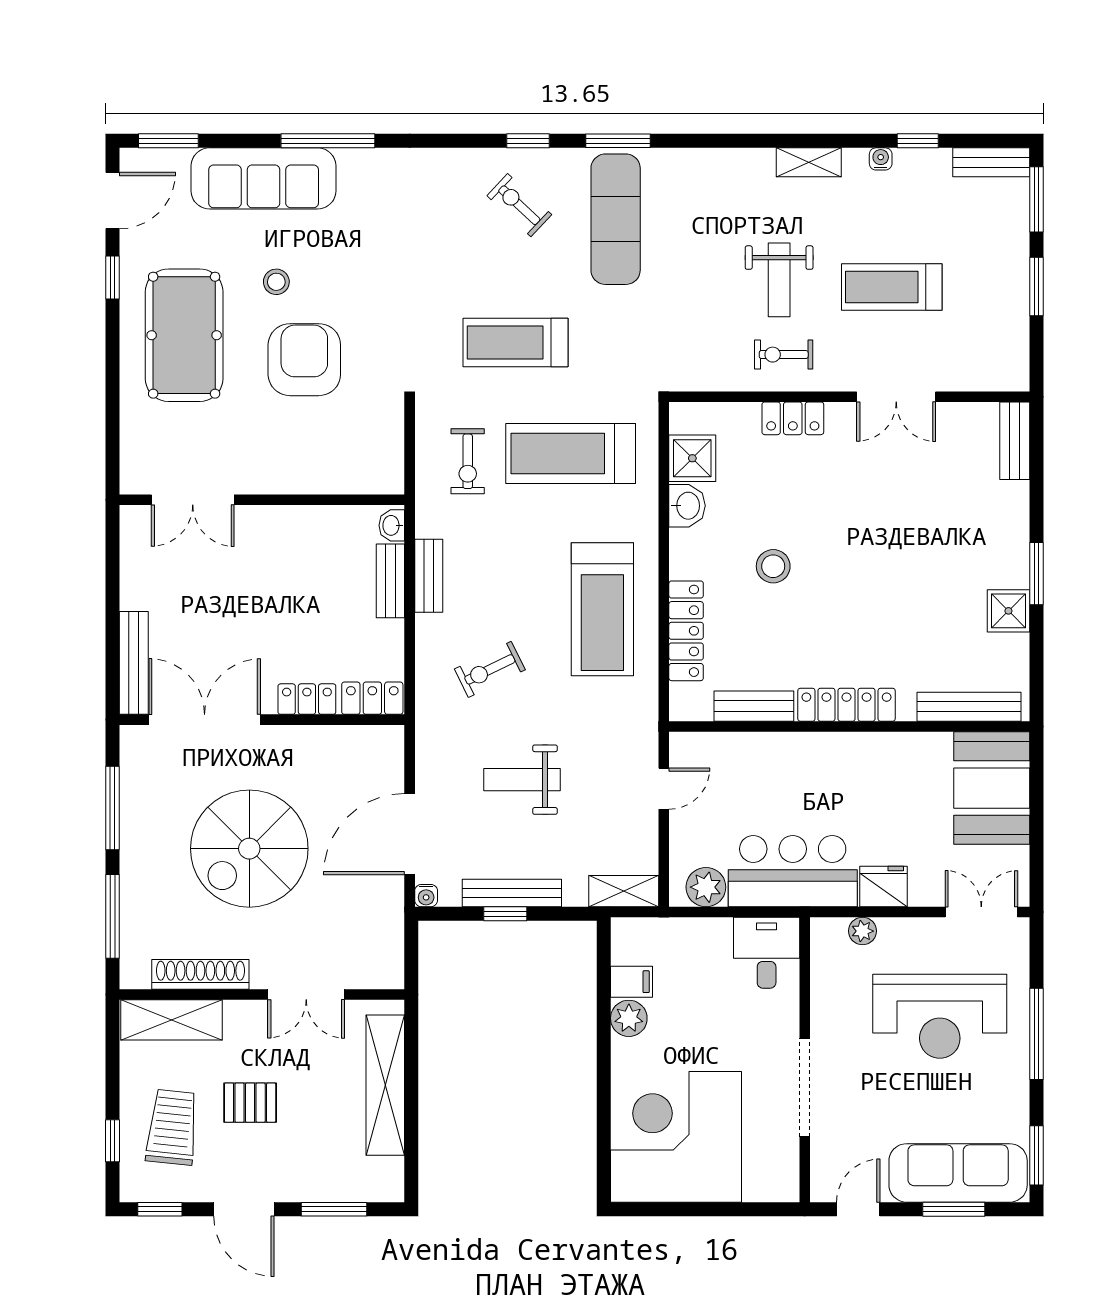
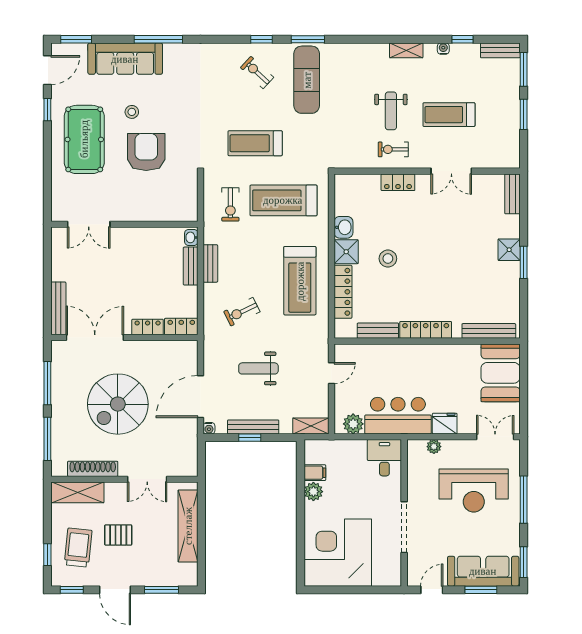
shower: (692, 458) -> (346, 252), moved
shower: (1008, 611) -> (509, 250), moved

